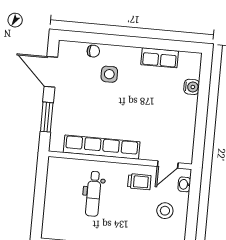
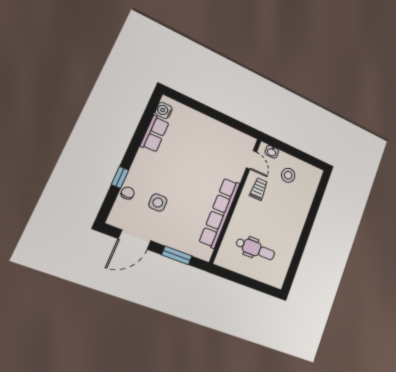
window: (106, 39) -> (120, 177), added
side table: (109, 74) -> (158, 203), moved
water cooler: (192, 87) -> (164, 110), moved, turned -90
dental chair: (93, 194) -> (255, 249), moved

